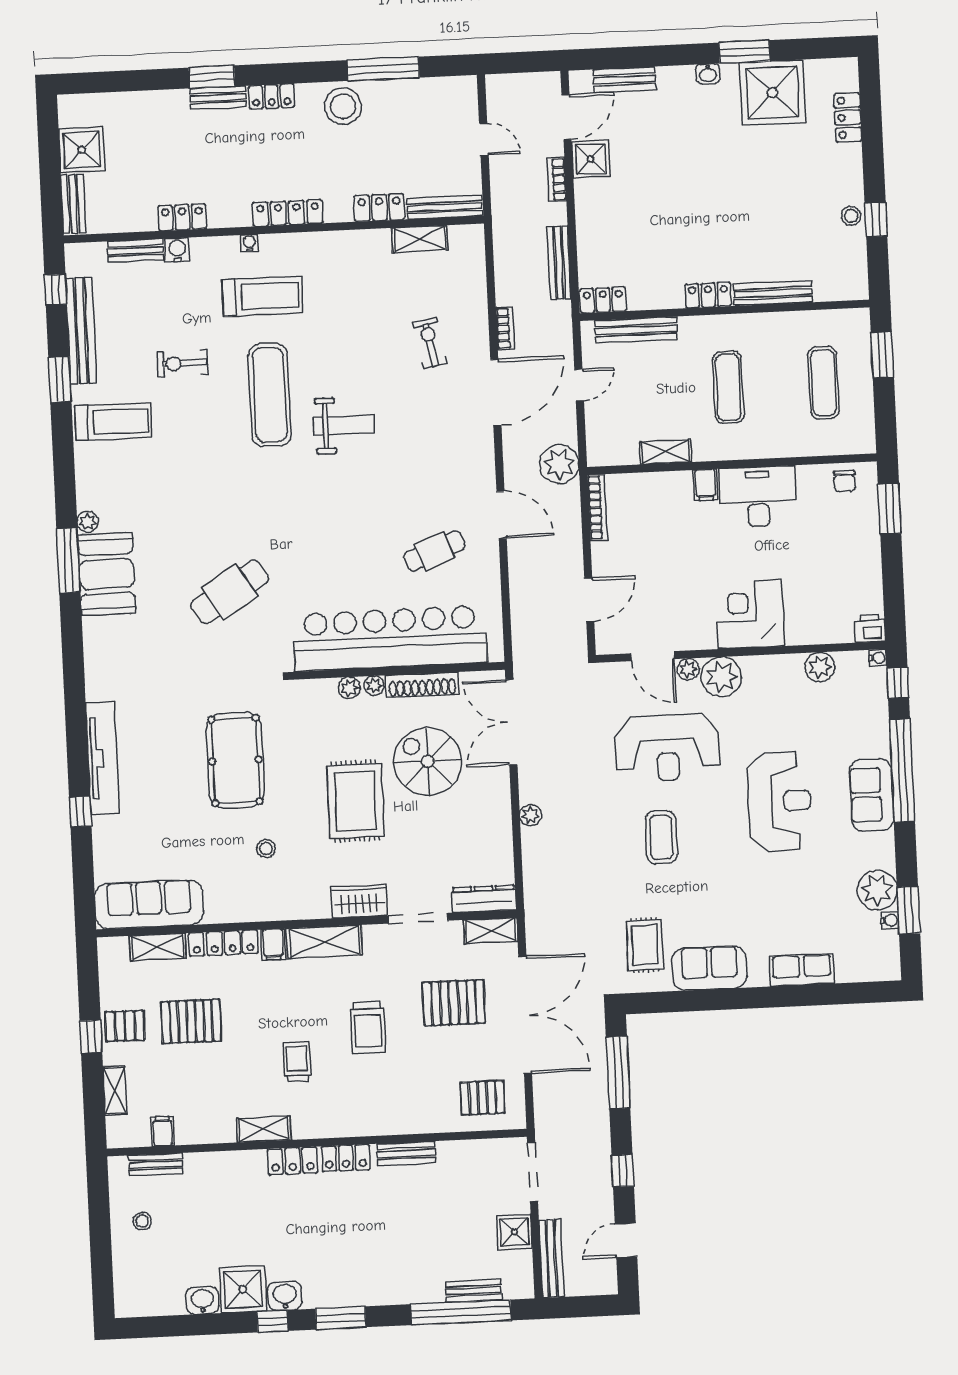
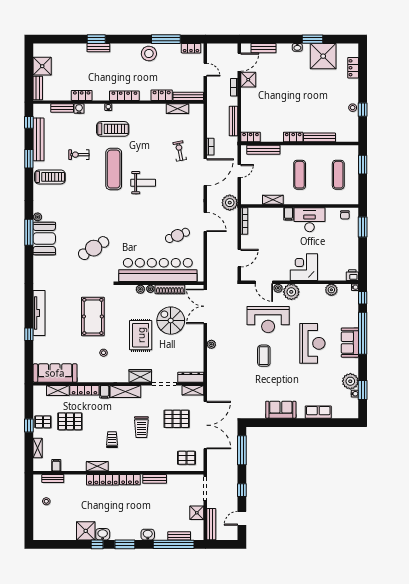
locker: (271, 96) -> (191, 48), moved
rug: (645, 945) -> (255, 399), removed
locker: (293, 1161) -> (103, 480), width x1.53
washbasin: (202, 1300) -> (148, 535), moved

